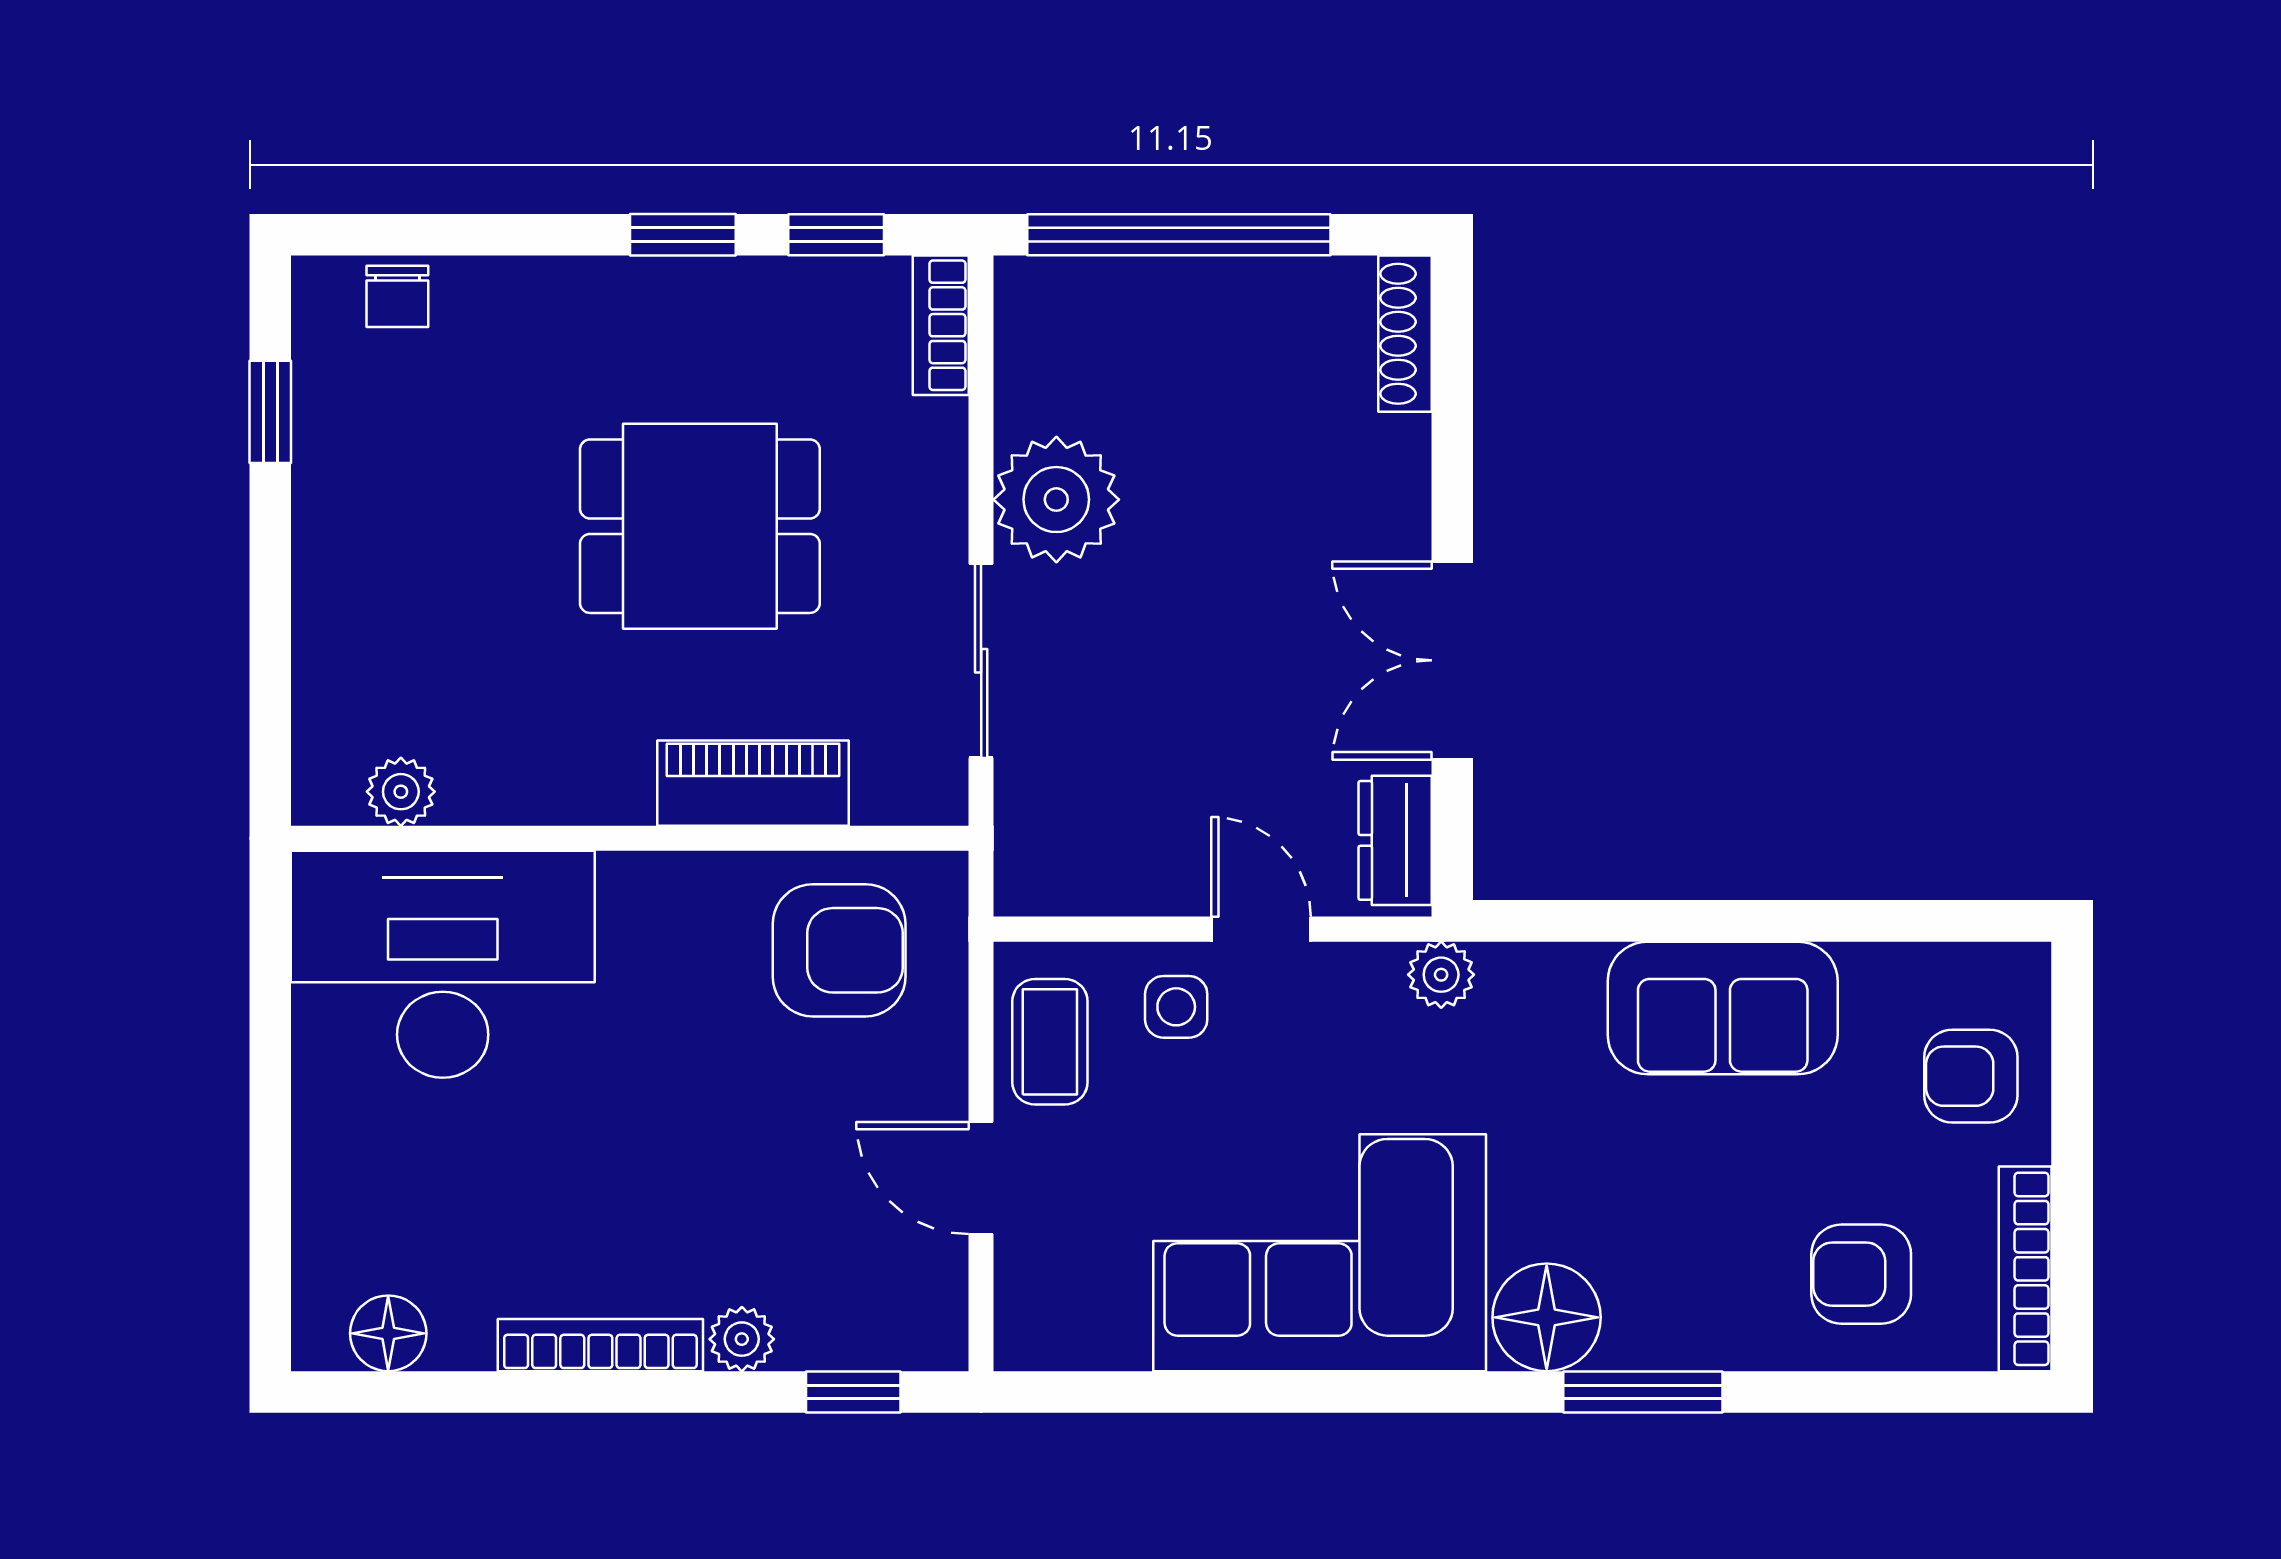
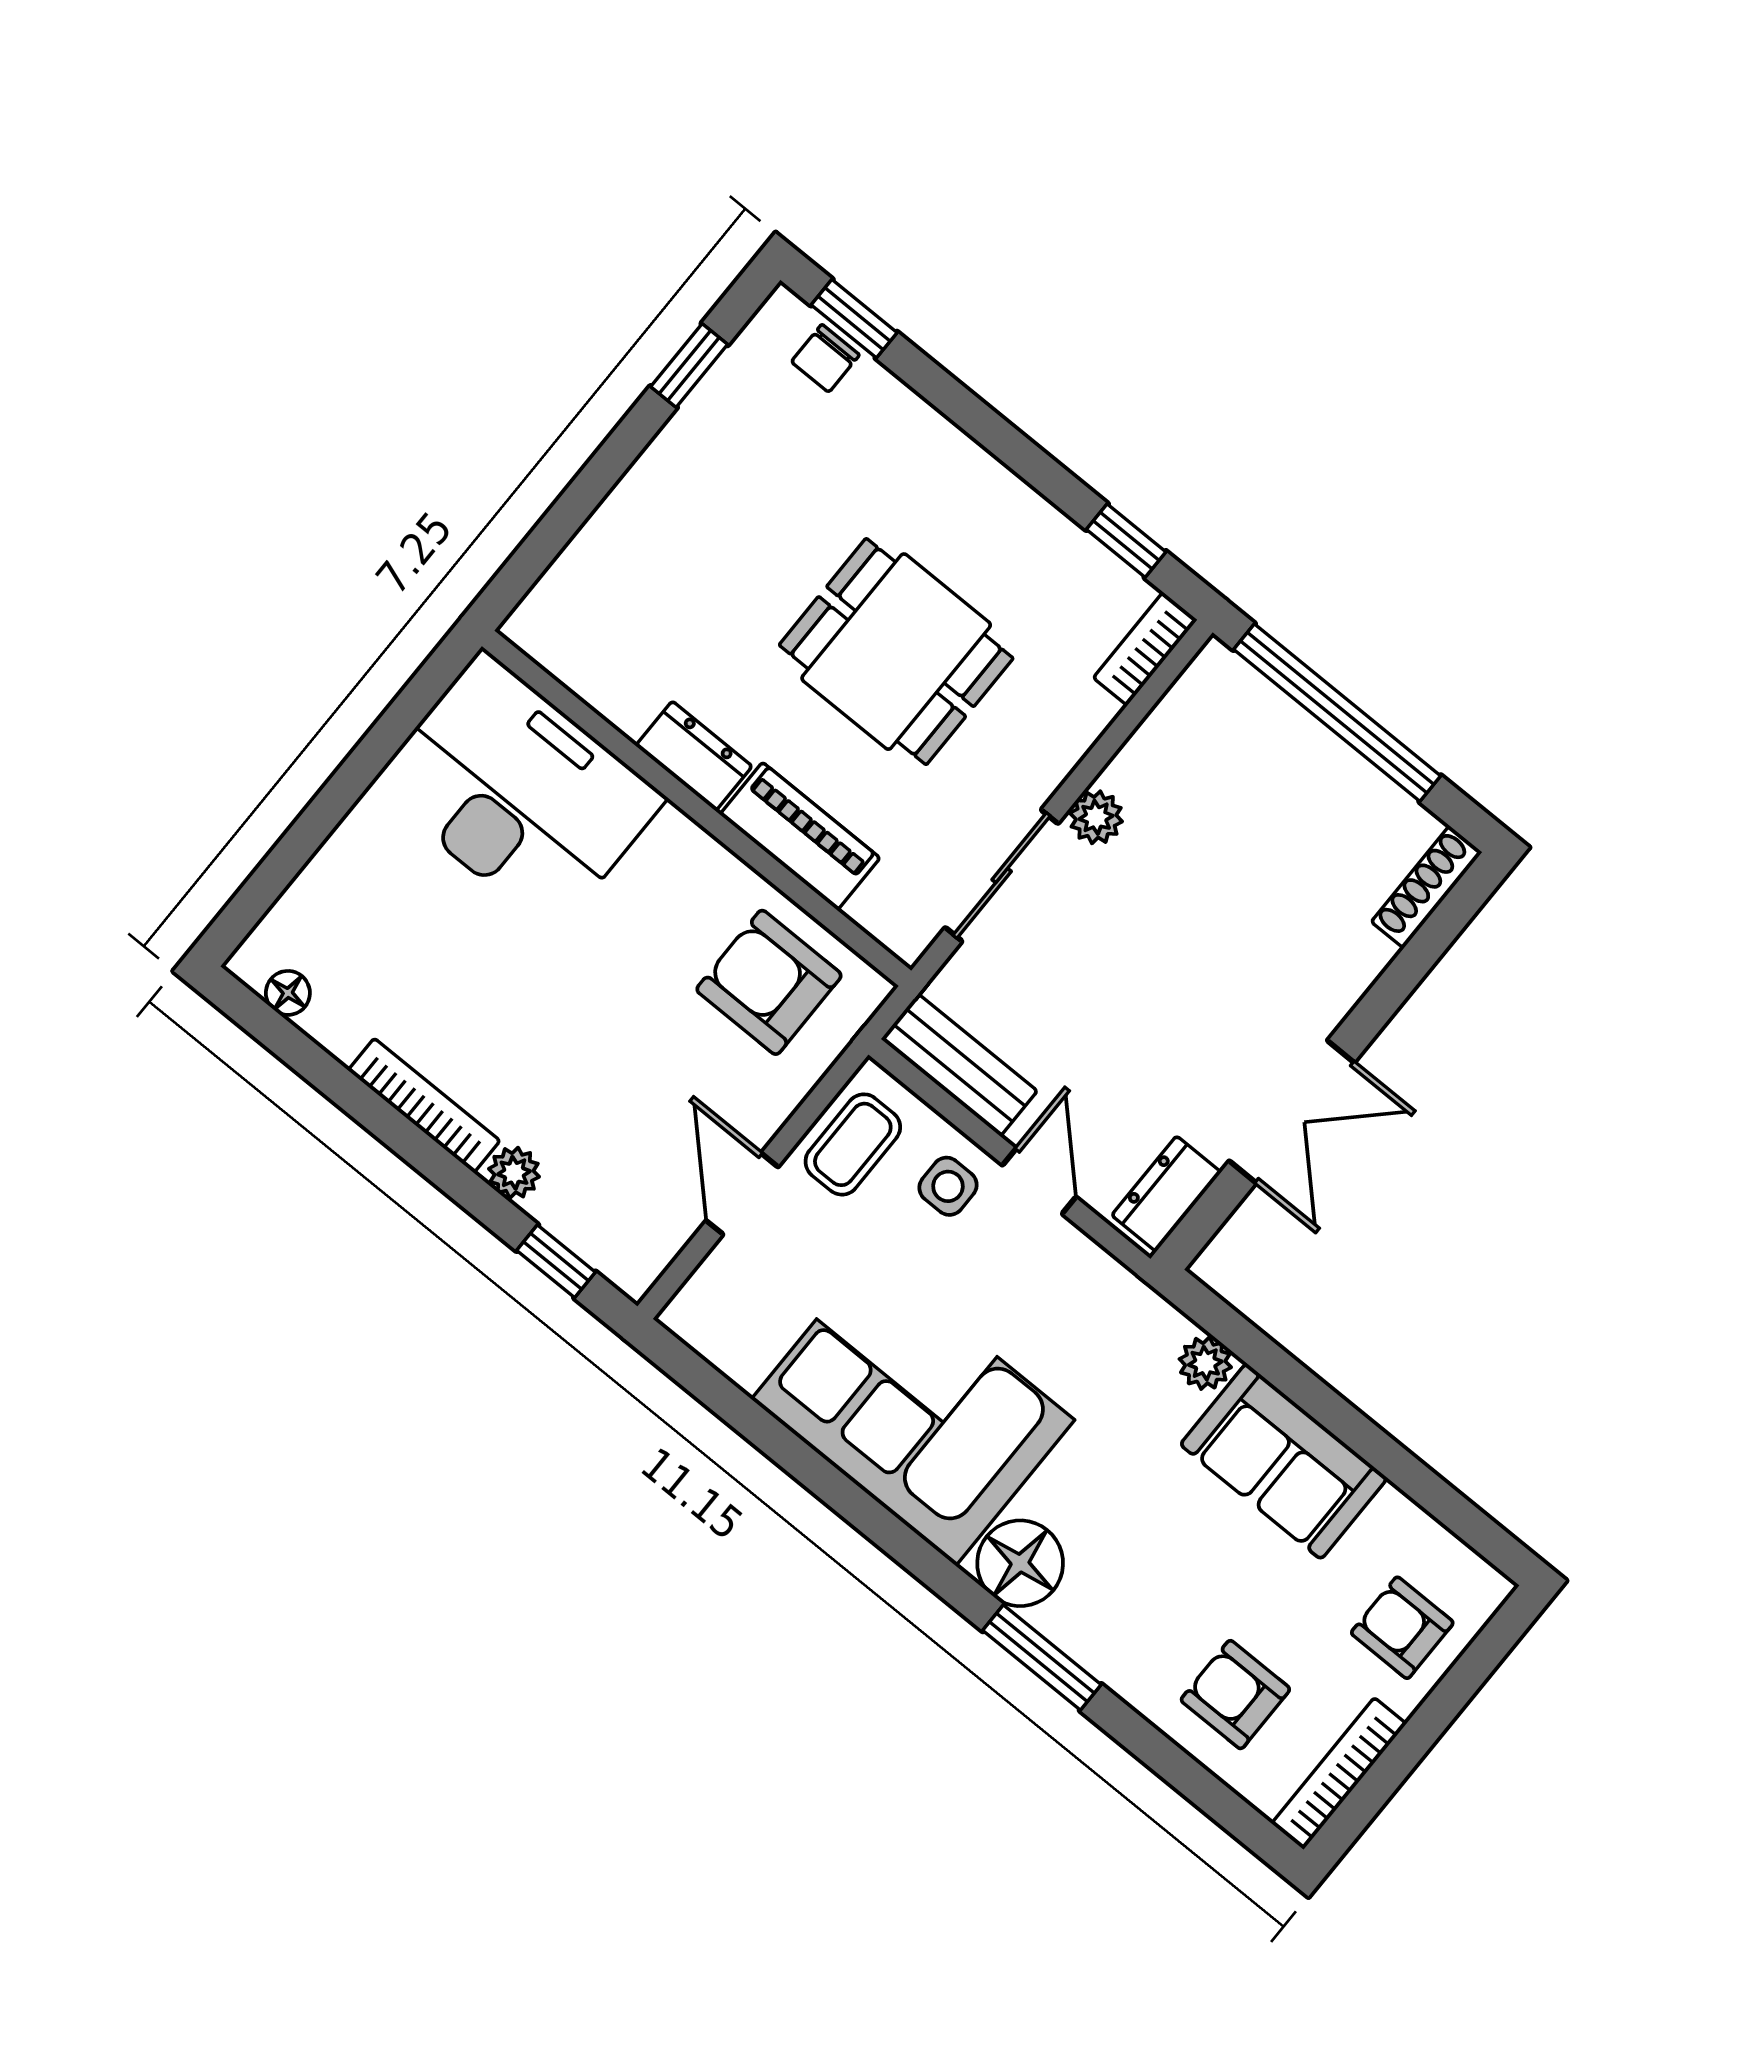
window: (683, 235) -> (854, 319), moved
plant: (1056, 500) -> (1096, 817), width x0.53, depth x0.53
double door: (1452, 660) -> (1292, 1112), swing flipped
dresser: (586, 789) -> (694, 756), added
plant: (401, 792) -> (579, 665), removed
bench: (1091, 880) -> (959, 1065), added
armchair: (839, 950) -> (769, 982), turned 180
plant: (1441, 975) -> (1205, 1363), moved
floor lamp: (388, 1333) -> (288, 993), width x0.73, depth x0.73

